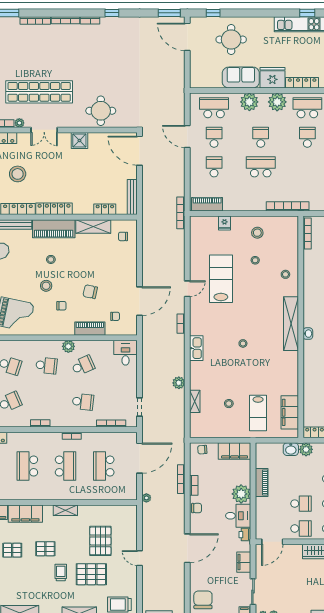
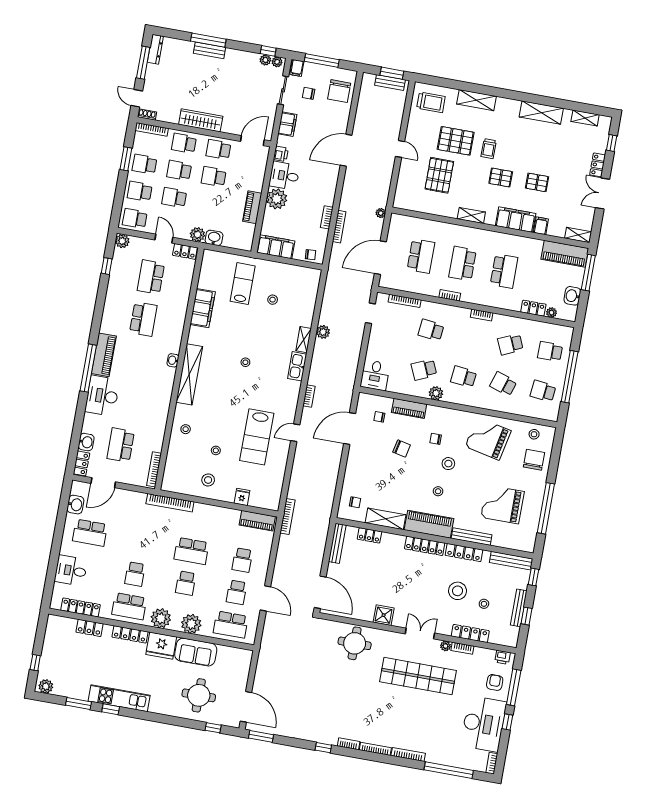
shelving: (195, 401) -> (304, 340), moved
filing cabinet: (290, 412) -> (203, 308), moved
chair: (197, 508) -> (309, 93), moved

